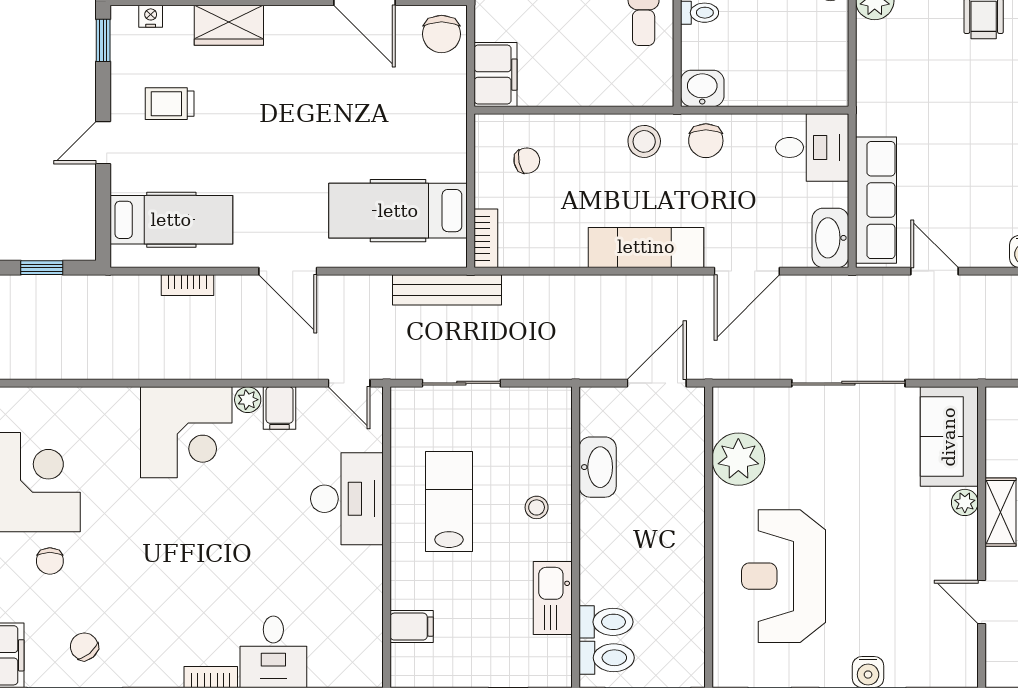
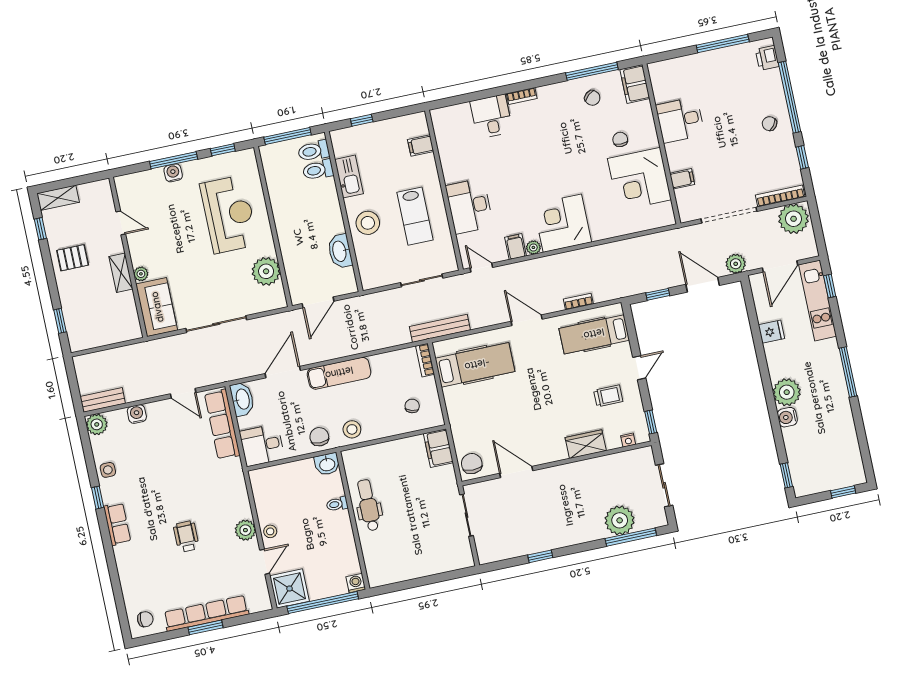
chair: (527, 161) -> (412, 406), turned 119
stool: (537, 507) -> (368, 223), width x1.89, depth x1.89

